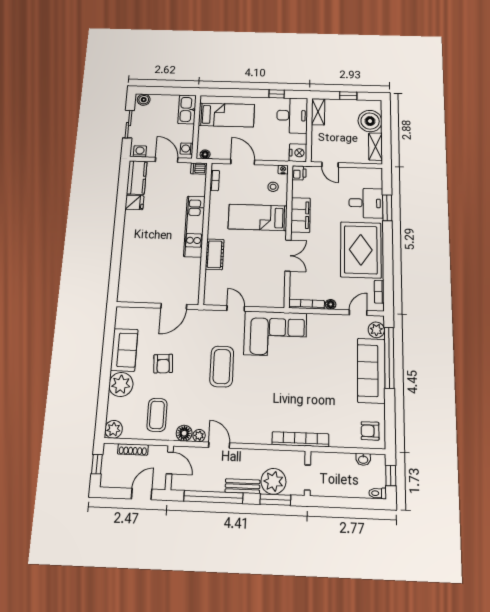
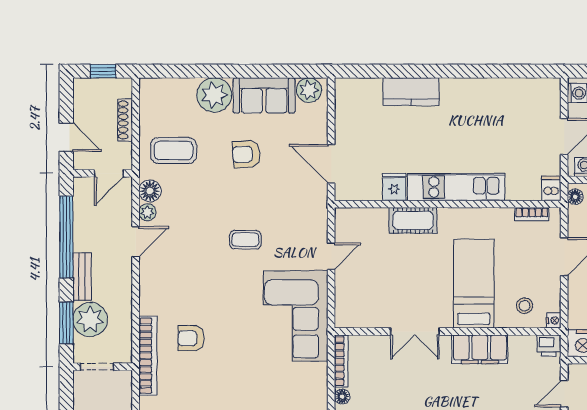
kitchen counter: (137, 178) -> (411, 92), moved
fridge: (134, 202) -> (394, 187), moved, turned 180
coffee table: (222, 366) -> (245, 240), width x0.54, depth x0.58
armchair: (289, 407) -> (191, 338), added
plant: (114, 429) -> (309, 90), moved

